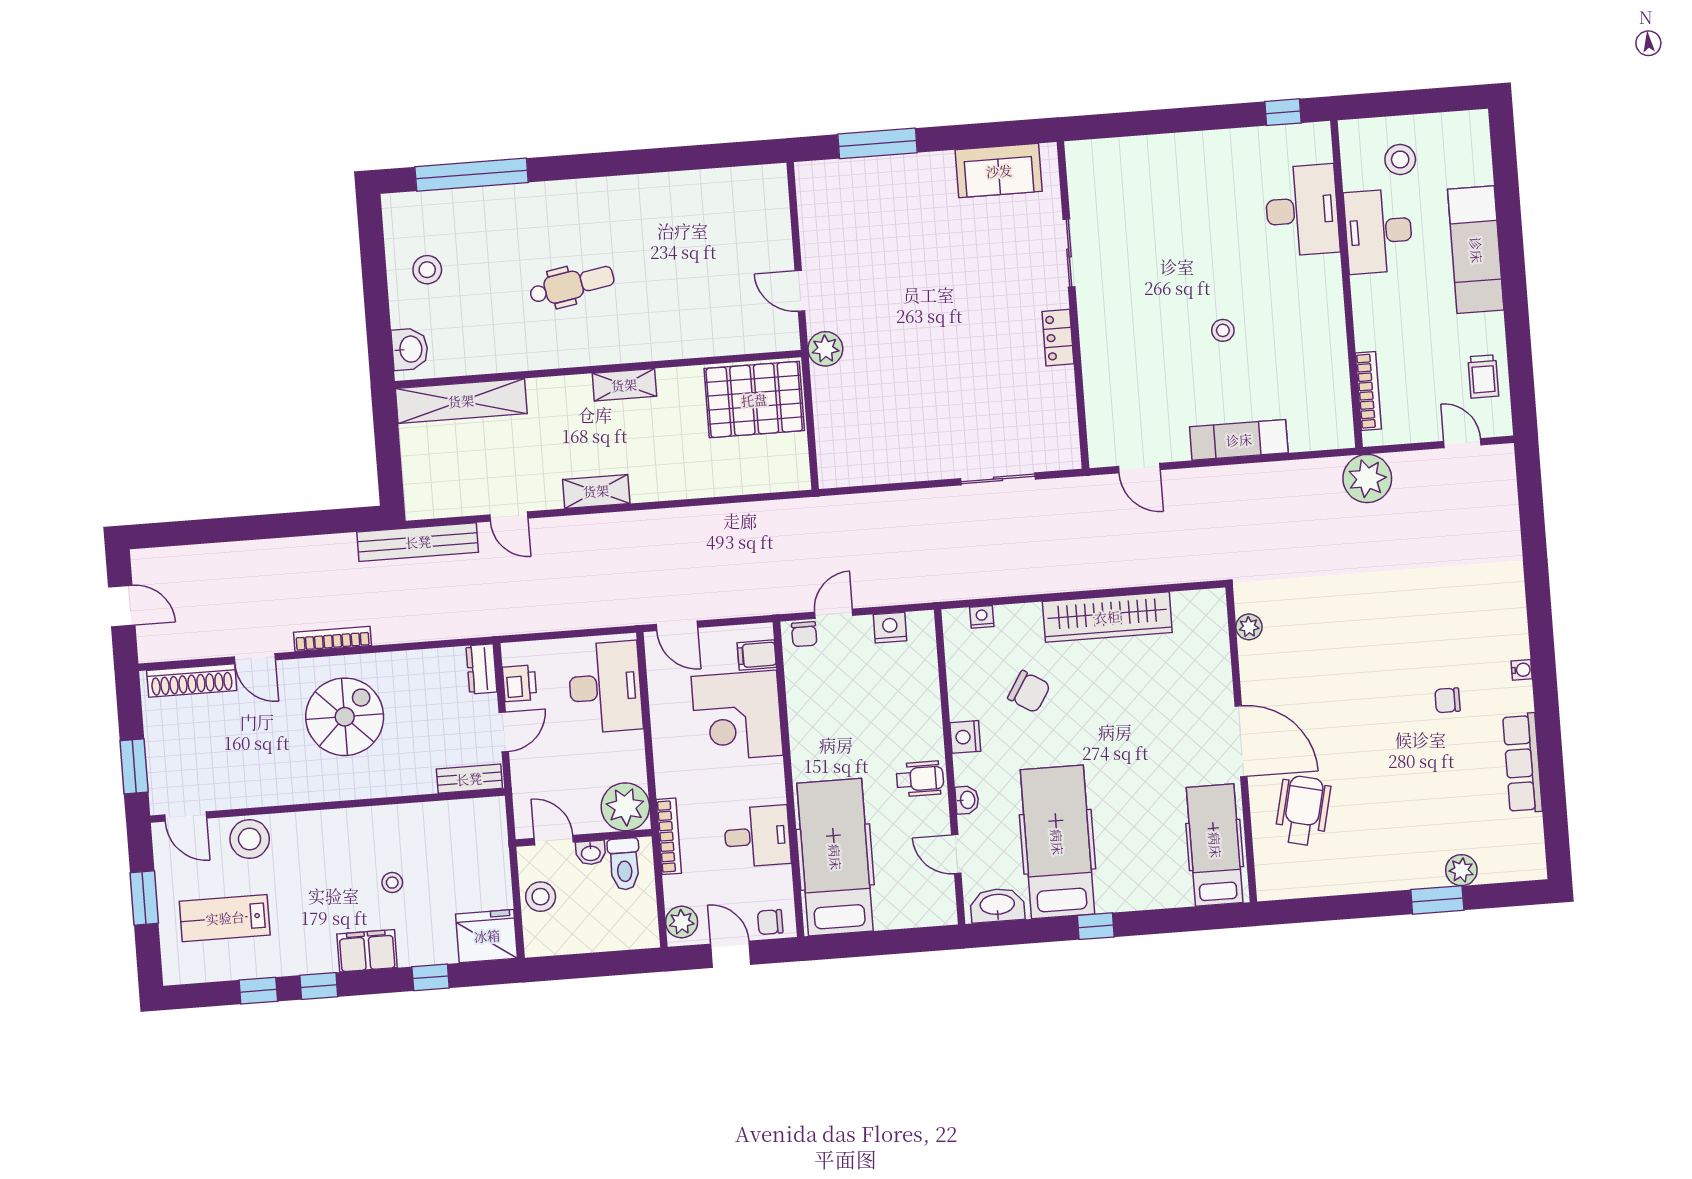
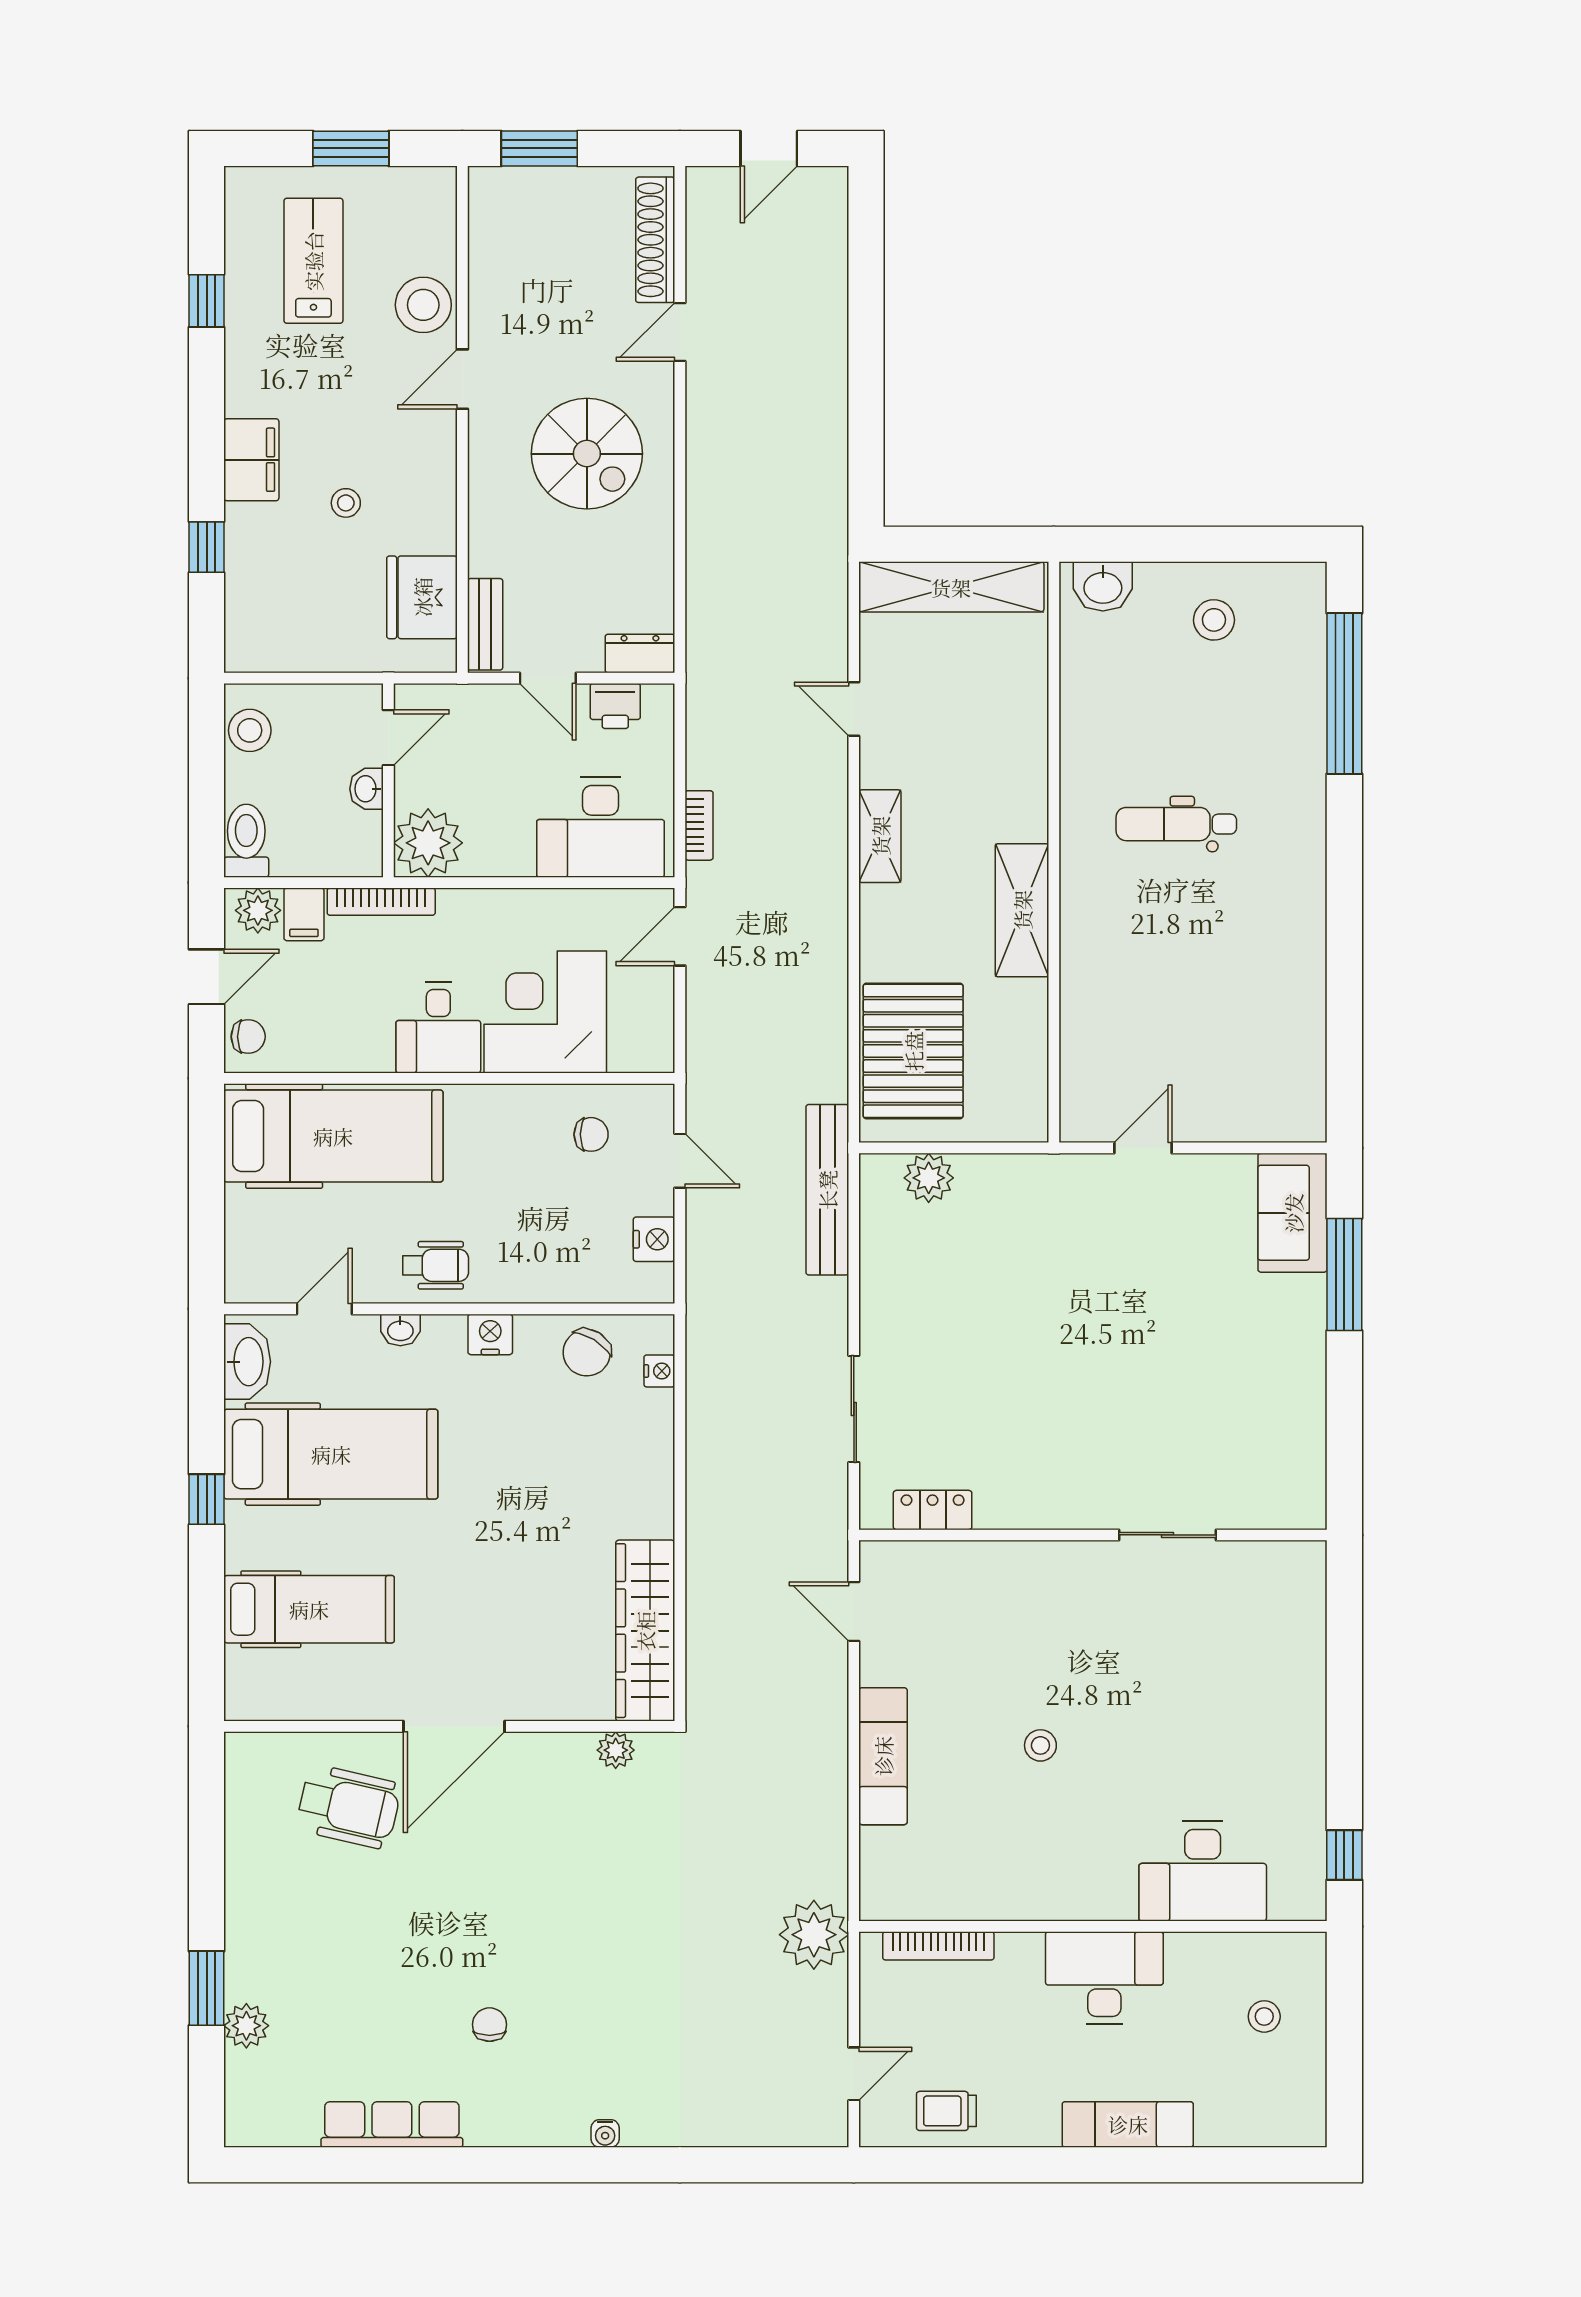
stool: (1400, 160) -> (1264, 2016), width x0.73, depth x0.73
sofa: (999, 171) -> (1293, 1213), moved
desk: (1379, 231) -> (1104, 1978), moved
exam couch: (1476, 250) -> (1128, 2124), width x0.73, depth x0.69
dental chair: (572, 285) -> (1176, 824), turned 100
locker: (1058, 338) -> (933, 1510), moved
plant: (825, 349) -> (929, 1178), moved
shelving: (624, 385) -> (1022, 910), width x1.50, depth x1.33
pallet: (754, 400) -> (913, 1051), moved
shelving: (461, 401) -> (951, 587), moved, turned 90
door: (1139, 468) -> (854, 1611), hinge flipped
door: (509, 517) -> (854, 709), hinge flipped
bench: (418, 542) -> (827, 1190), moved
wardrobe: (1107, 617) -> (645, 1631), moved
chair: (804, 634) -> (591, 1134), moved, turned 180
bookcase: (332, 639) -> (699, 825), moved, width x0.64
filing cabinet: (757, 655) -> (304, 914), moved, turned 180
water cooler: (1522, 670) -> (605, 2133), moved
chair: (1029, 692) -> (587, 1353), moved
wheelchair: (920, 779) -> (435, 1265), turned -90
door: (186, 816) -> (462, 379), moved
desk: (757, 836) -> (438, 1028), moved
hospital bed: (1215, 845) -> (309, 1609), moved
toilet: (624, 864) -> (246, 841), moved, turned 90
stool: (541, 897) -> (250, 730), moved
chair: (770, 922) -> (248, 1037), turned 90
fridge: (487, 936) -> (422, 597), moved, turned 180
window: (319, 986) -> (207, 387), removed

